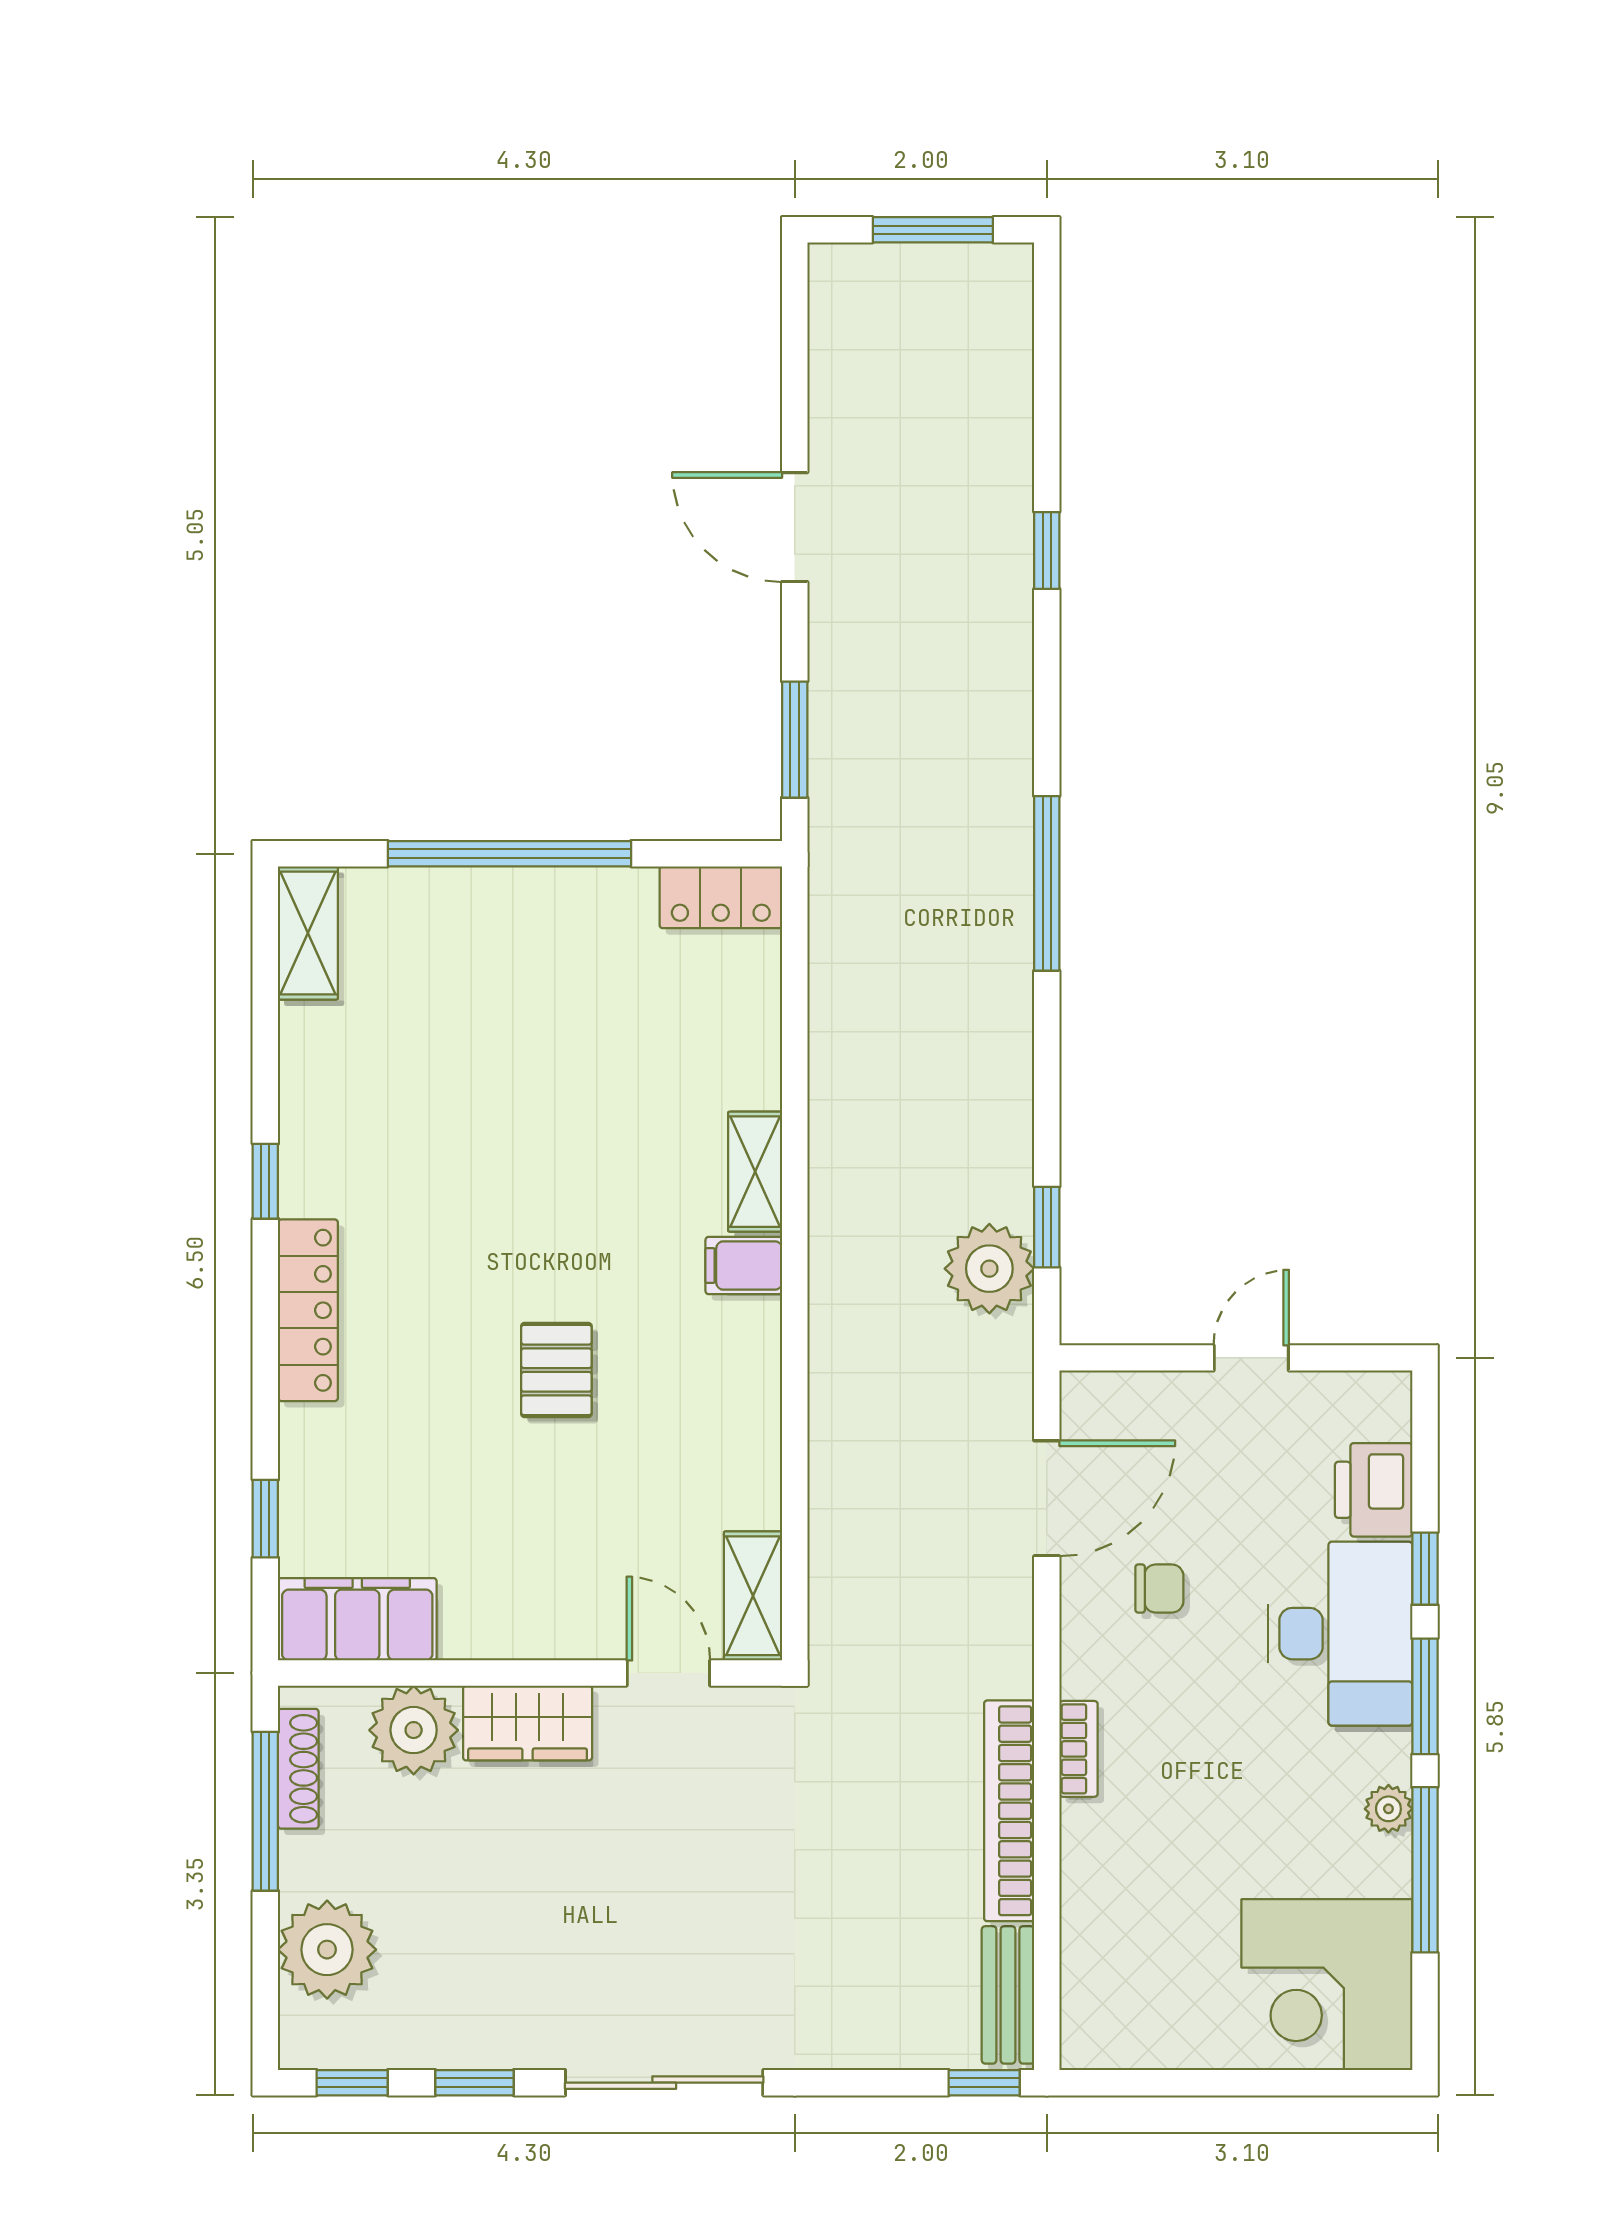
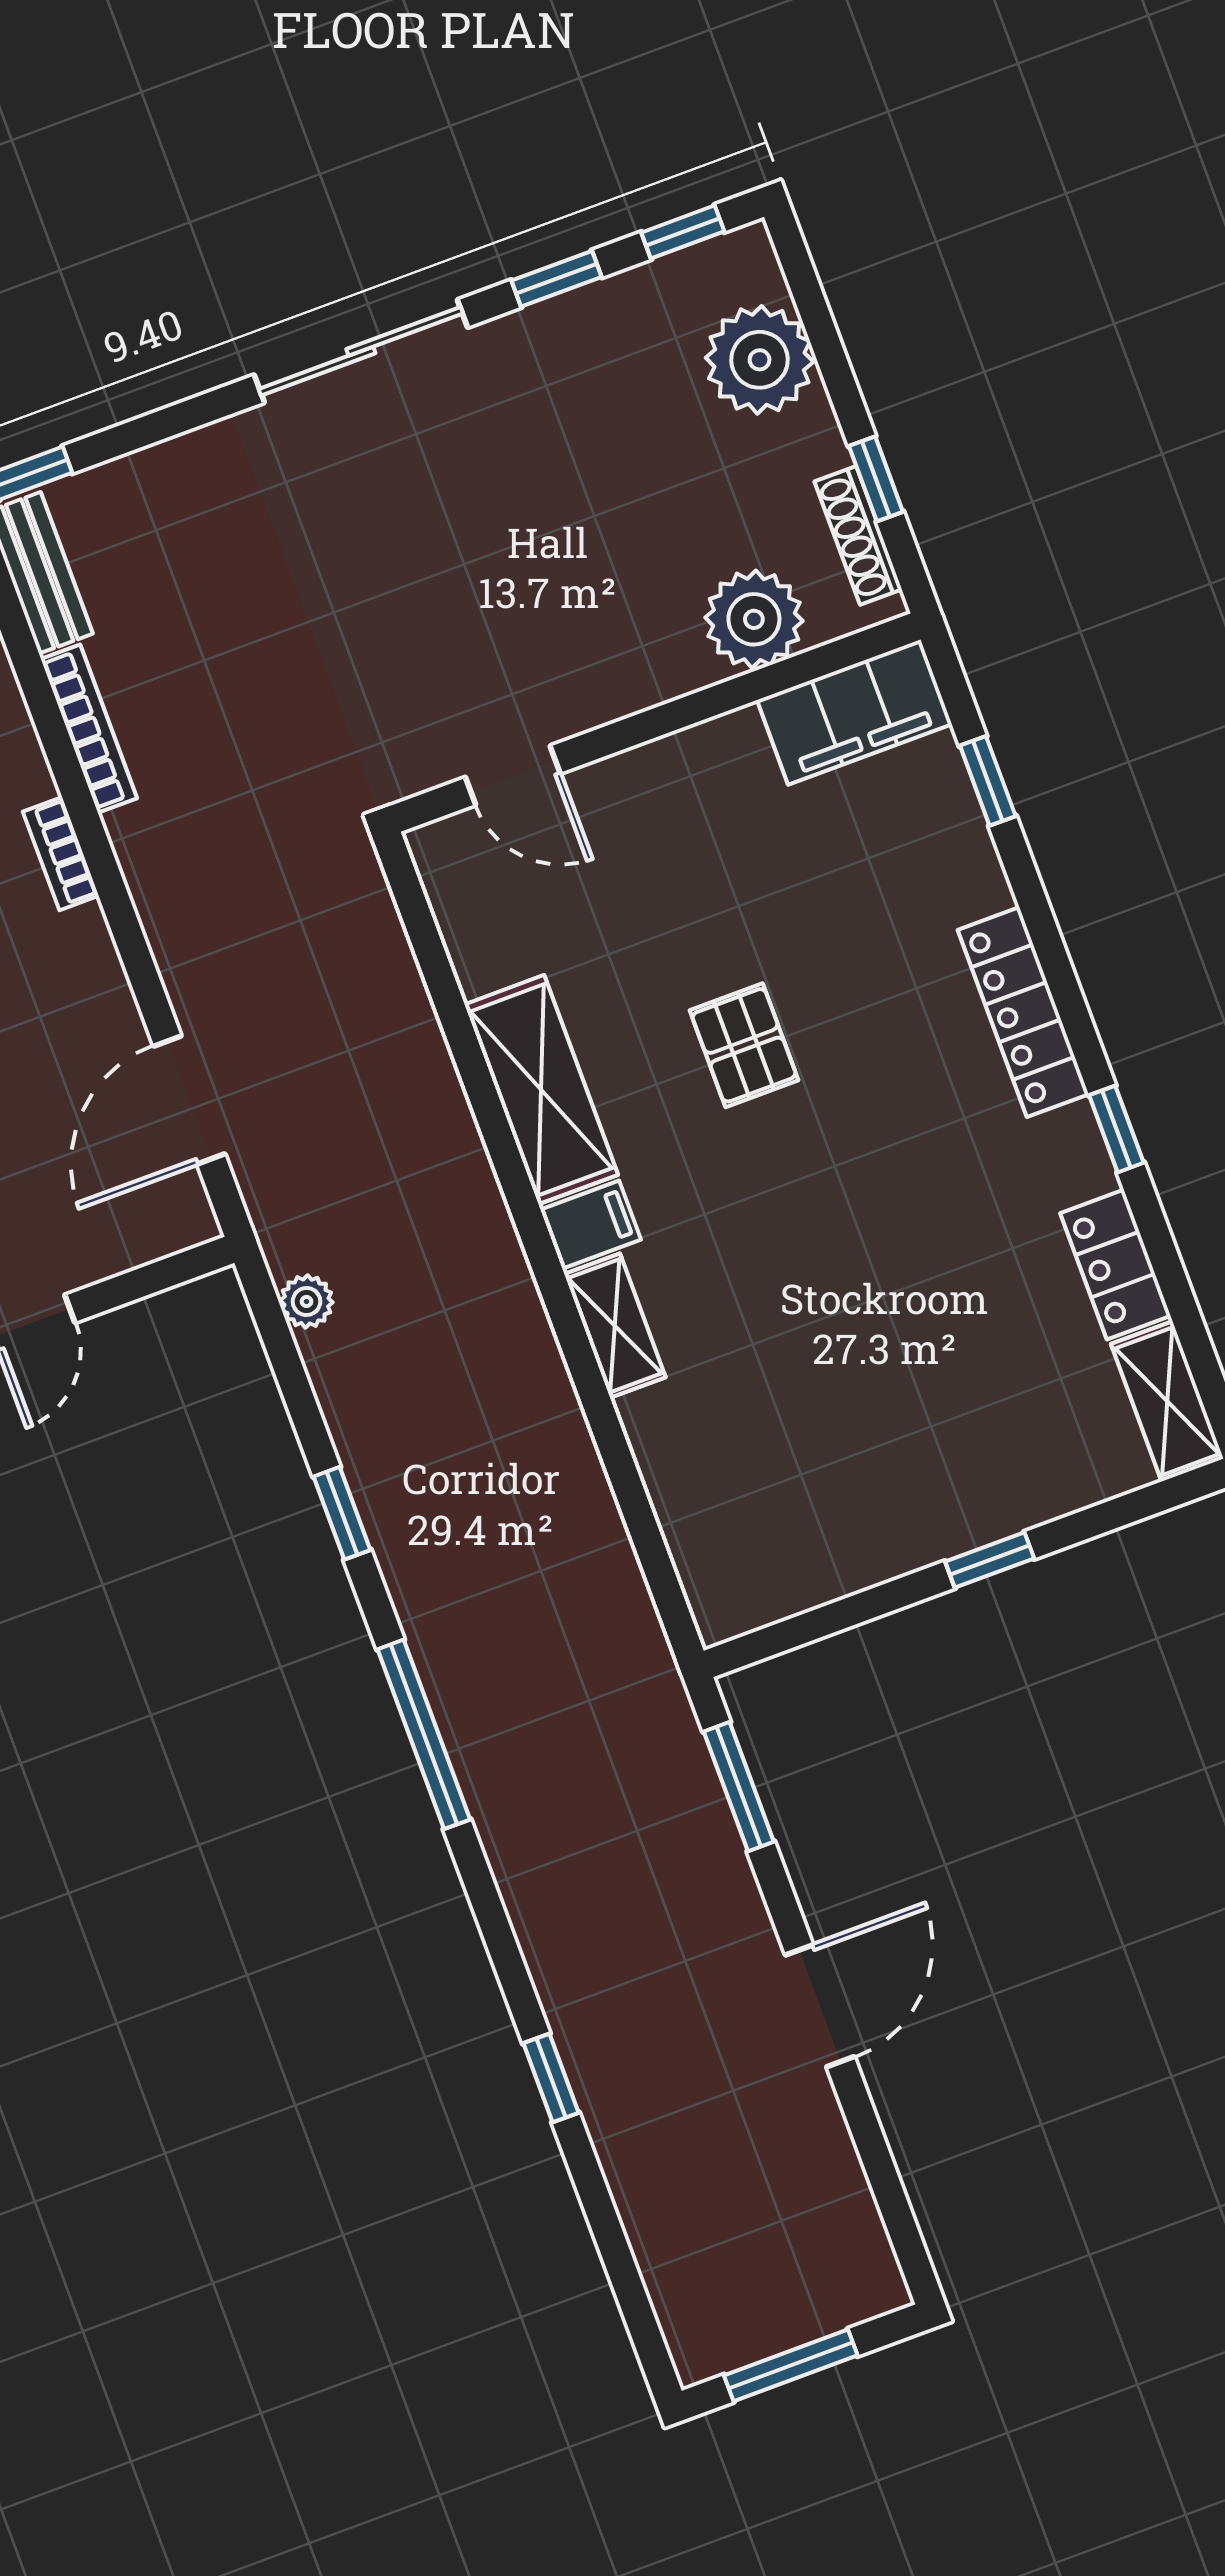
door: (795, 527) -> (820, 2006), hinge flipped
window: (509, 854) -> (990, 1560), width x0.32
locker: (721, 897) -> (1115, 1264), moved, turned -90
window: (1047, 1227) -> (342, 1513), moved
plant: (989, 1269) -> (307, 1301), width x0.53, depth x0.53
chair: (1159, 1589) -> (39, 1050), removed
shelving: (753, 1596) -> (541, 1090), moved, width x1.50, depth x1.33
wardrobe: (528, 1723) -> (639, 670), removed
window: (265, 1811) -> (876, 479), width x0.46
bookcase: (1009, 1811) -> (89, 729), width x0.68, depth x0.76

